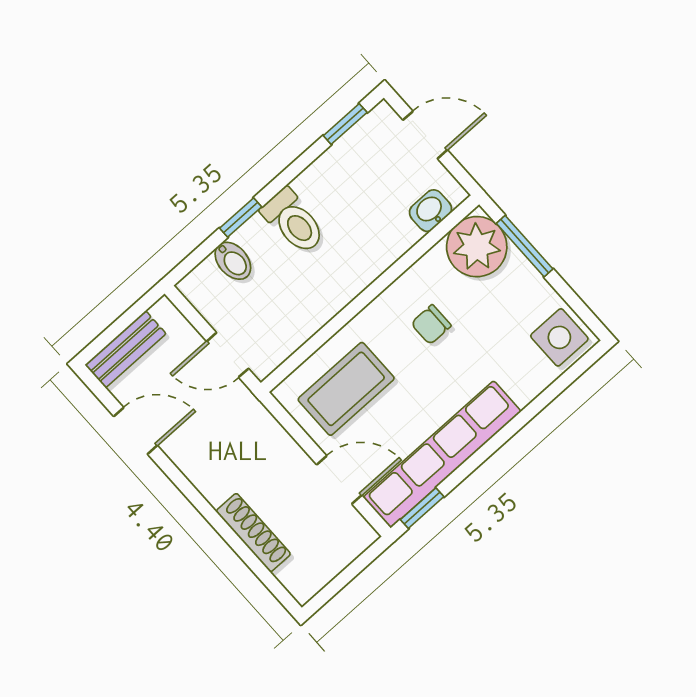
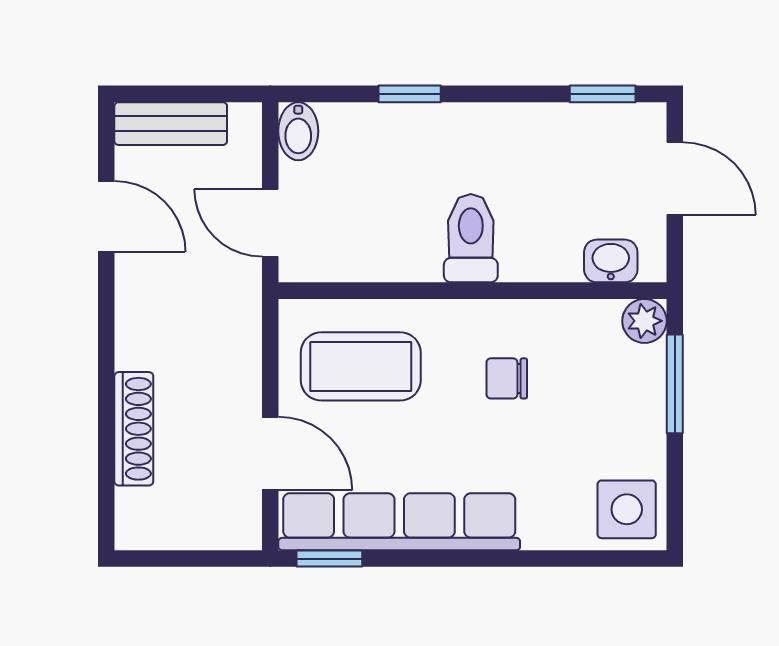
toilet: (294, 221) -> (471, 238), moved, turned 180
plant: (477, 247) -> (644, 321), width x0.53, depth x0.53
bidet: (233, 261) -> (298, 131), moved

